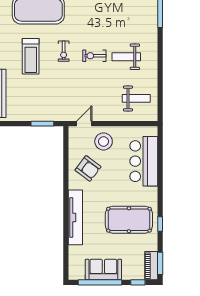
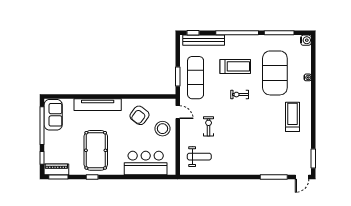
treadmill: (31, 56) -> (235, 66), turned 180
exercise bike: (94, 56) -> (209, 126), moved
weight bench: (126, 57) -> (235, 148), removed
weight bench: (136, 98) -> (199, 157), turned -90
exercise mat: (44, 103) -> (196, 78), added
sofa: (103, 270) -> (53, 115), moved

